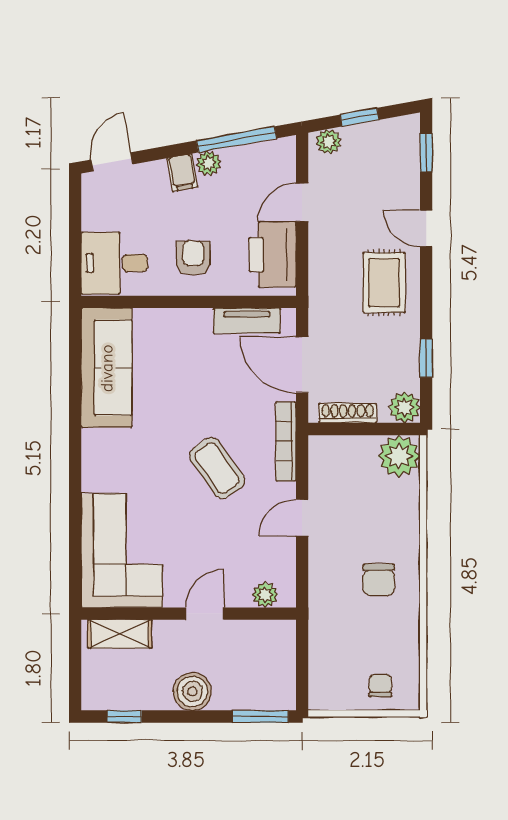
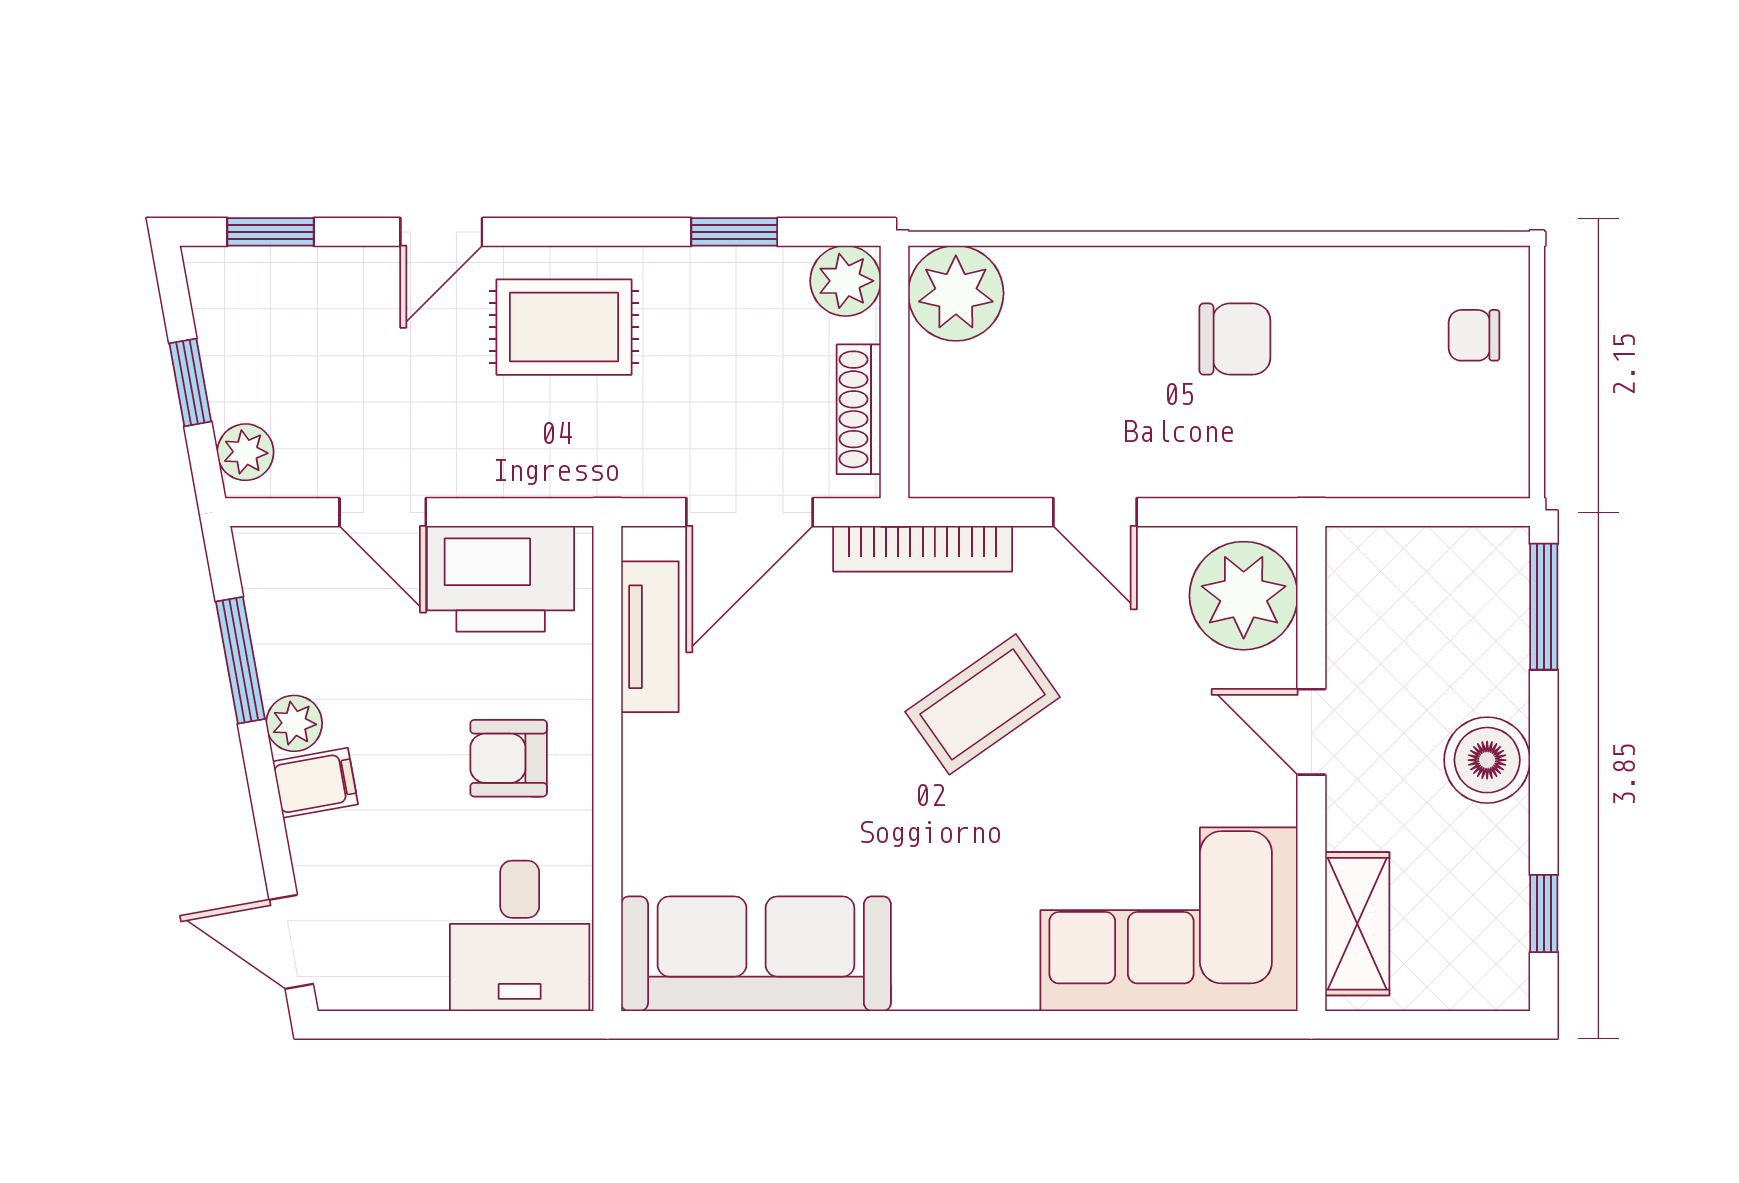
window: (236, 139) -> (240, 660), width x0.69
plant: (265, 595) -> (1244, 596), width x1.88, depth x1.88

